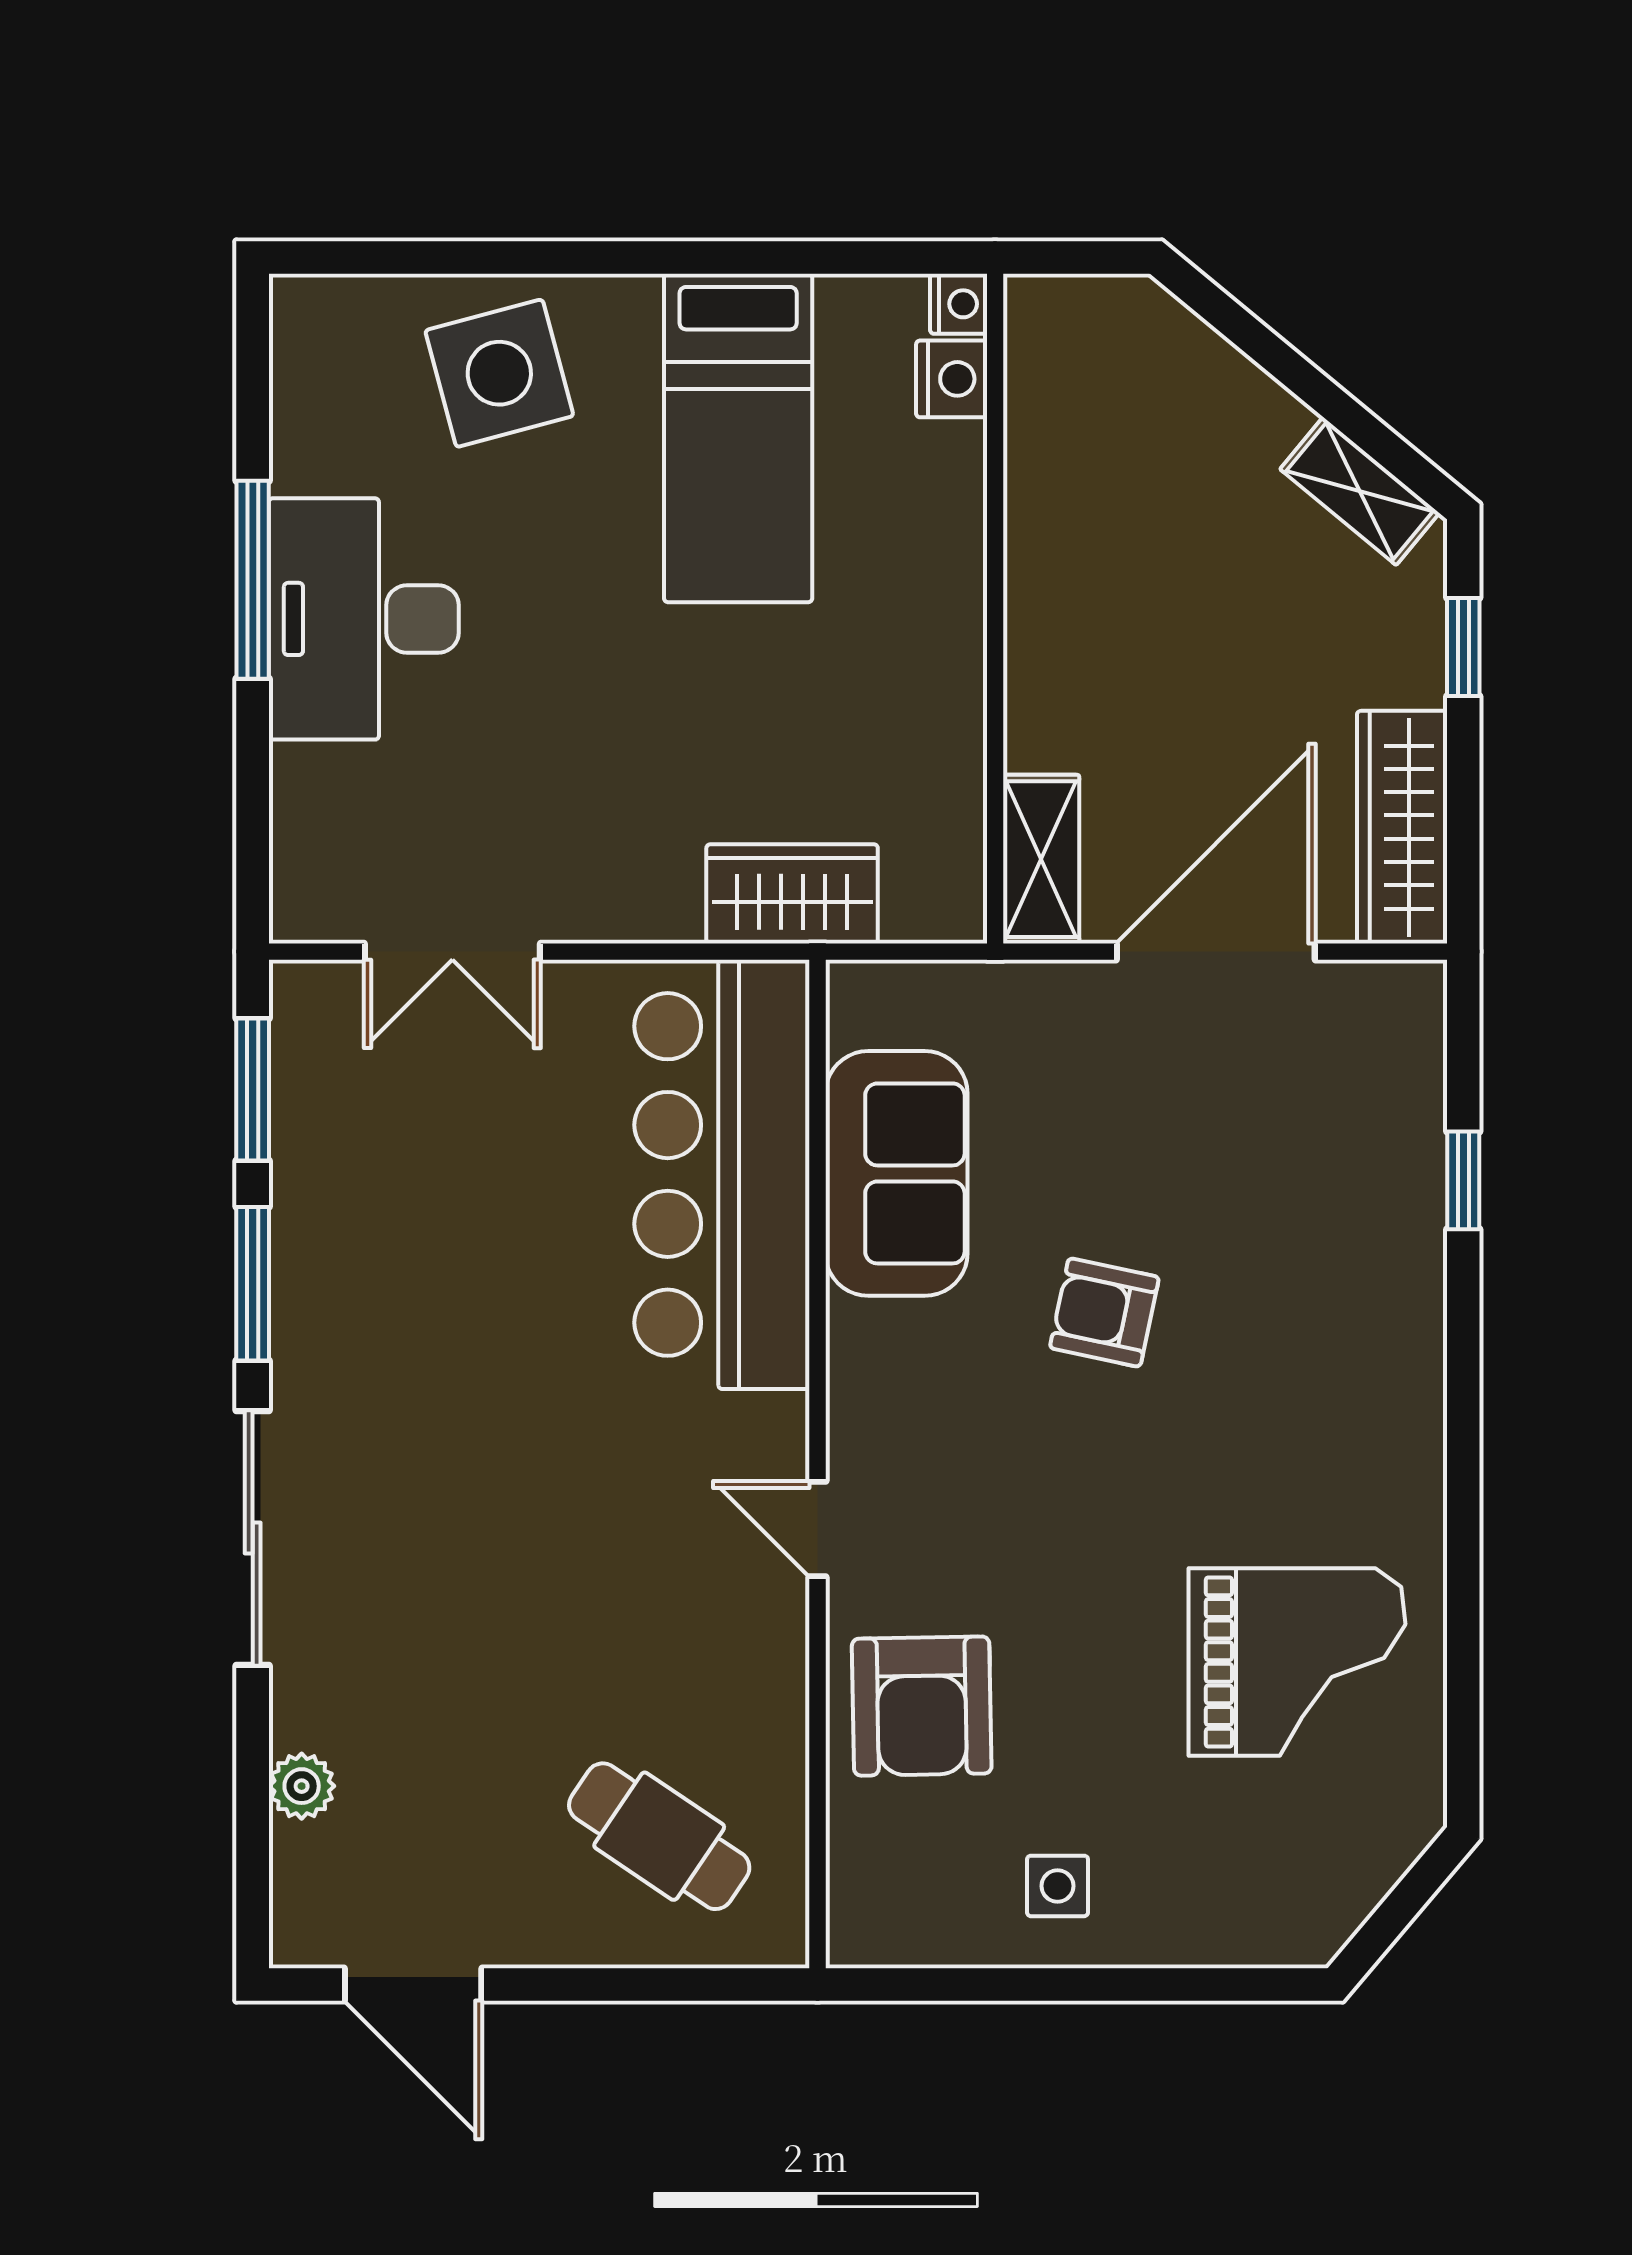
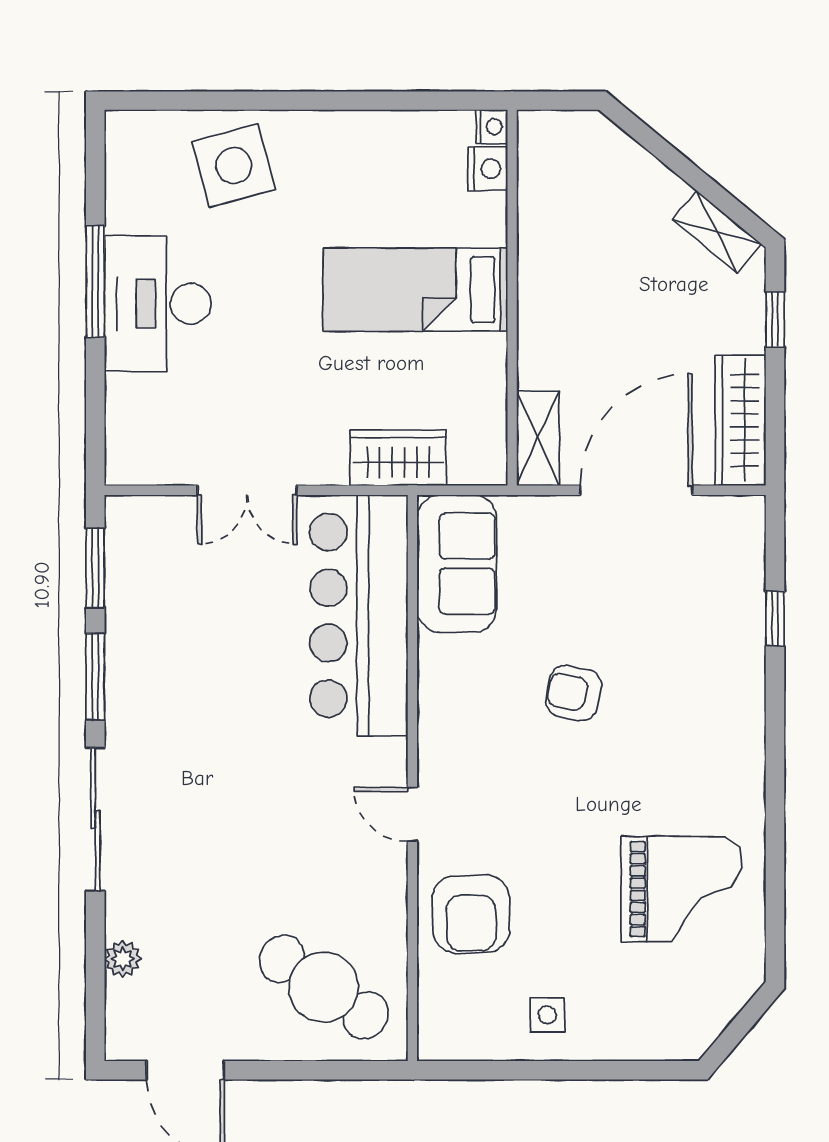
bed: (738, 438) -> (415, 290), moved, turned 90
double door: (452, 952) -> (247, 490), moved
sofa: (896, 1173) -> (457, 564), moved
cafe table: (659, 1836) -> (324, 987), width x1.37, depth x1.35

